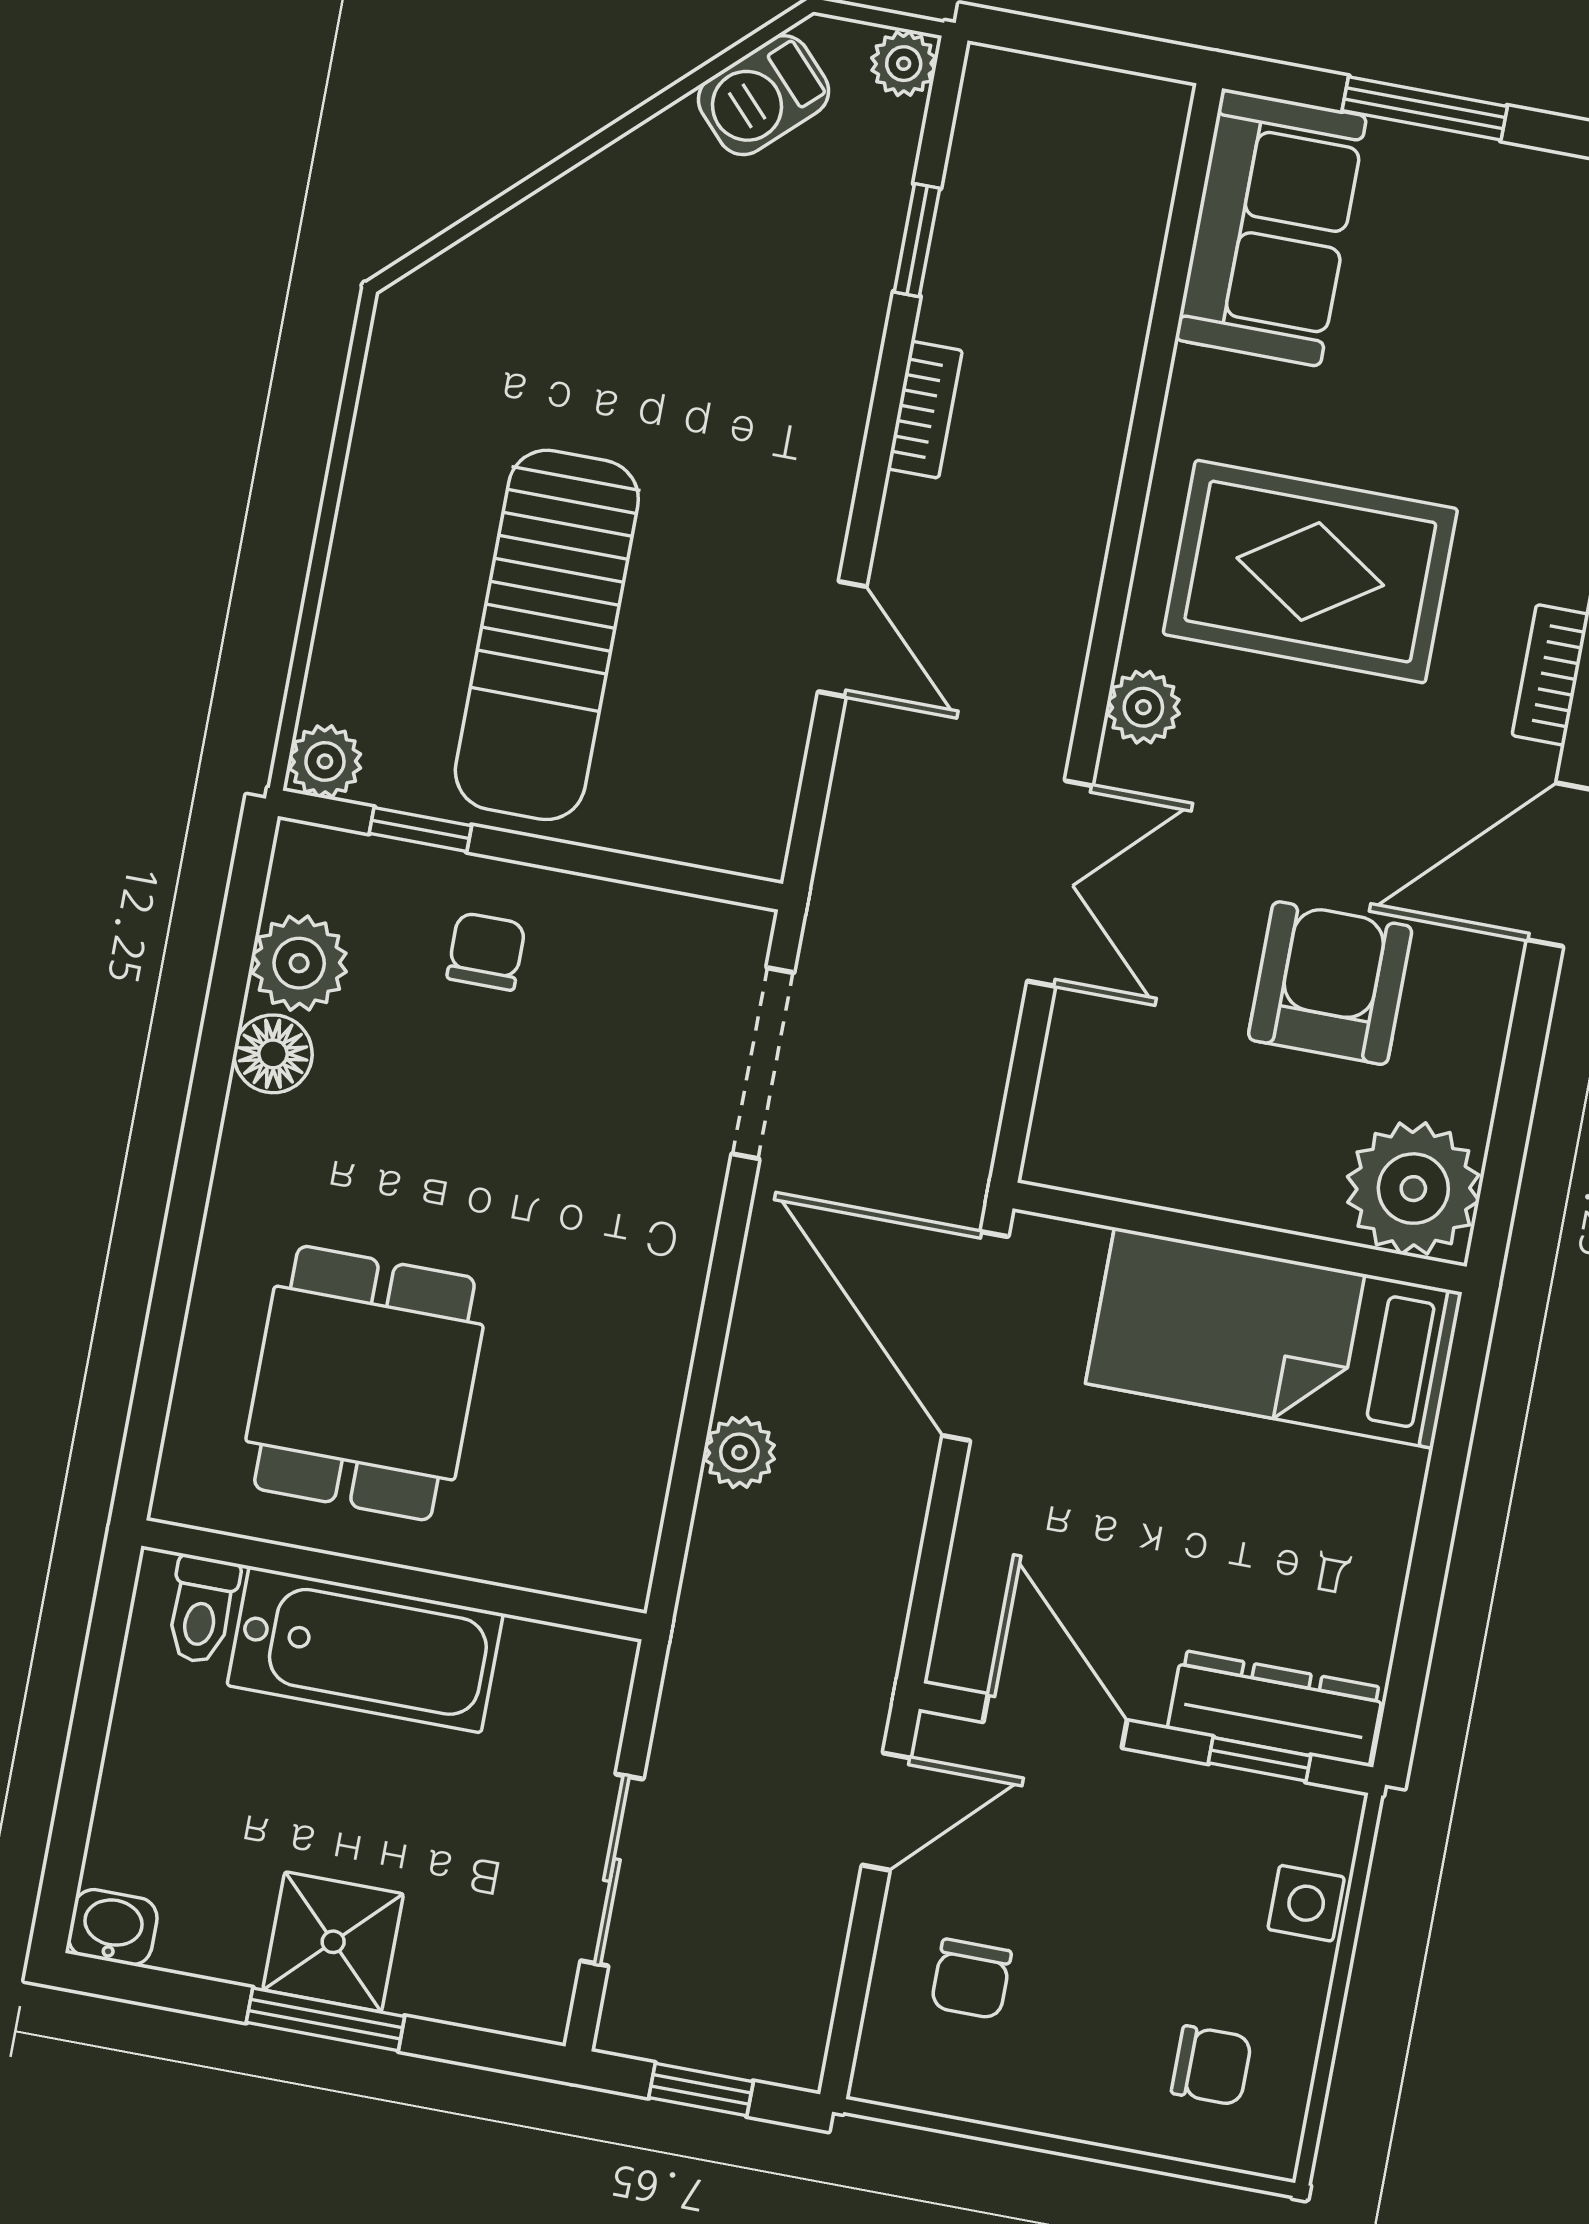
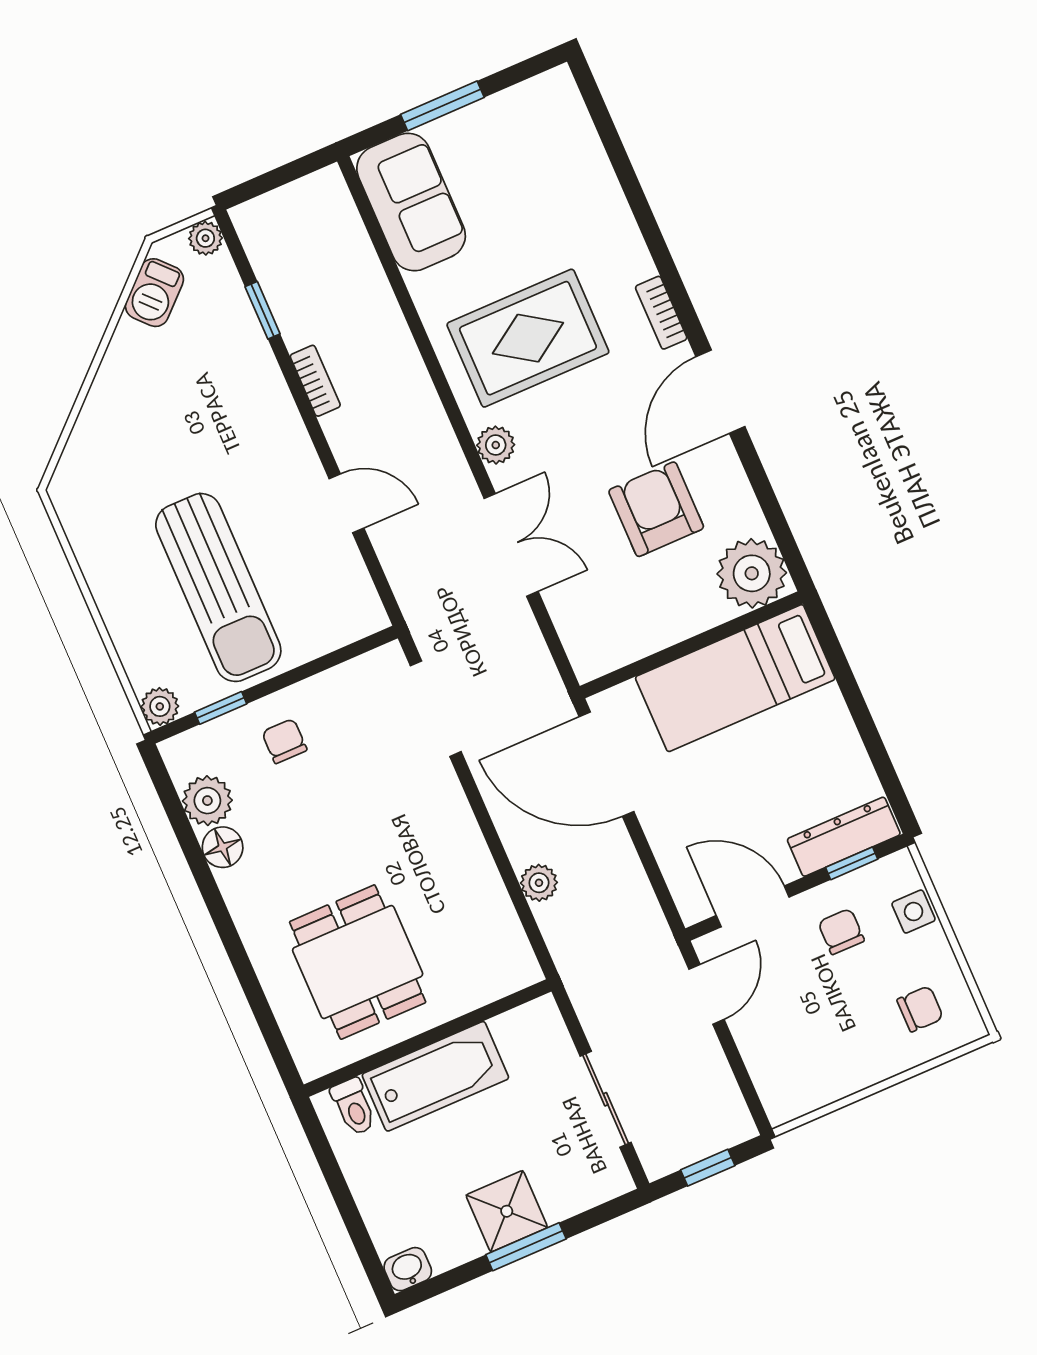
chair: (971, 1979) -> (841, 931), moved, turned 180

